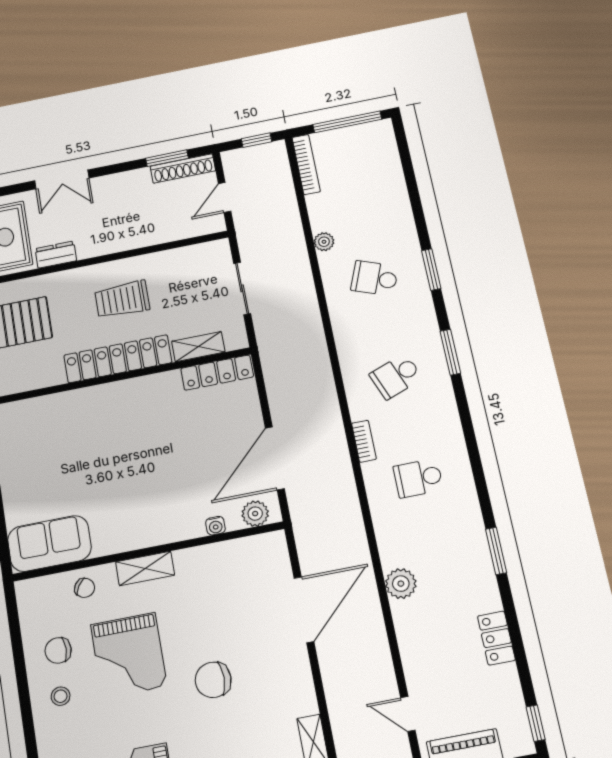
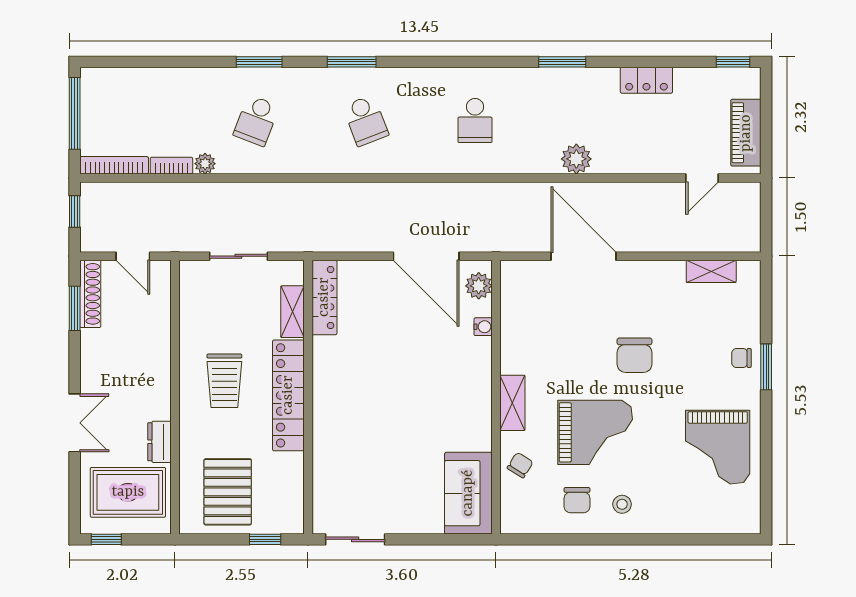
bookcase: (364, 441) -> (171, 166), moved

